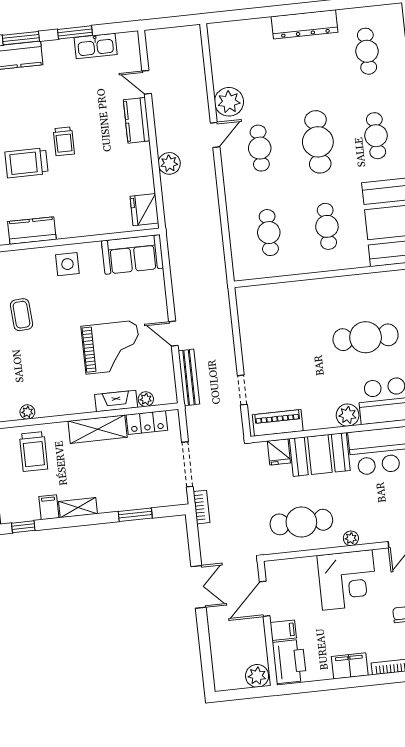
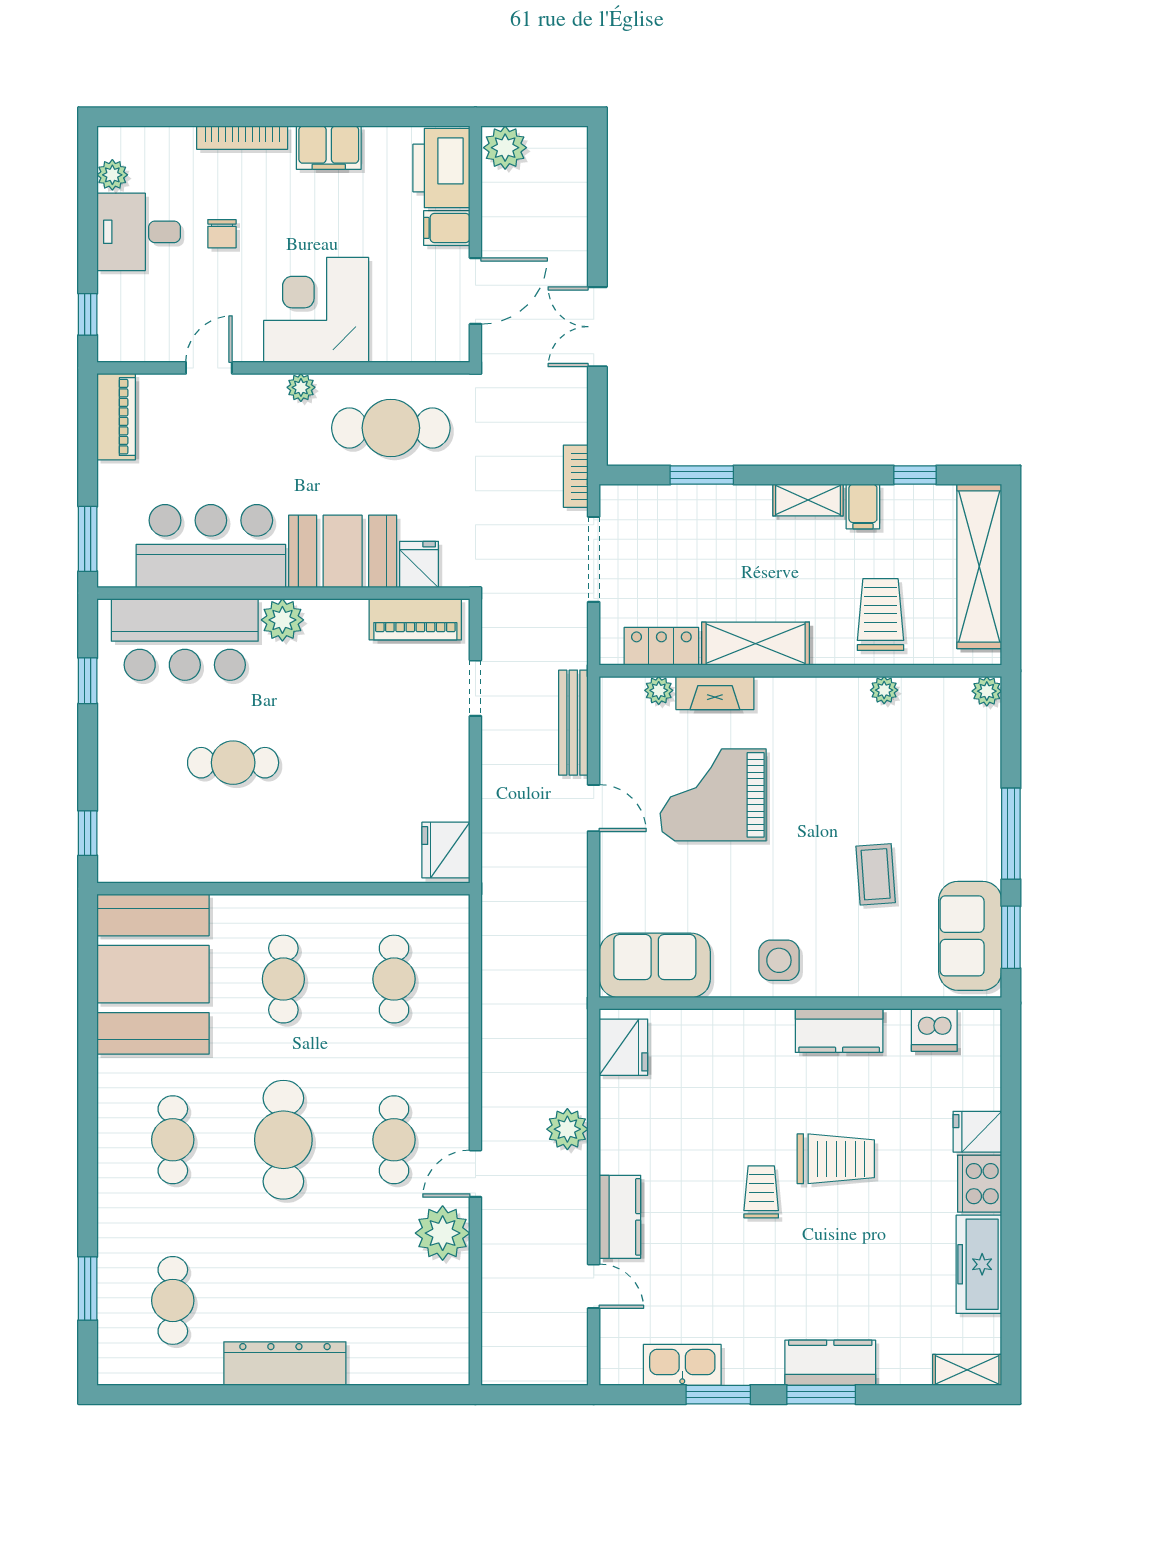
fridge: (249, 303) -> (446, 850), added
cafe table: (366, 337) -> (233, 763), width x0.73, depth x0.74

